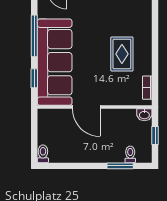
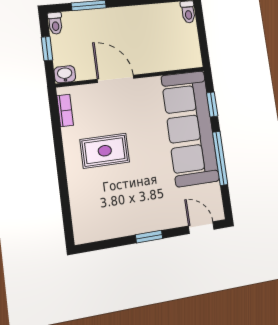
rug: (122, 54) -> (105, 151), turned 90
door: (86, 107) -> (116, 79), moved
toilet: (130, 154) -> (55, 23), moved

